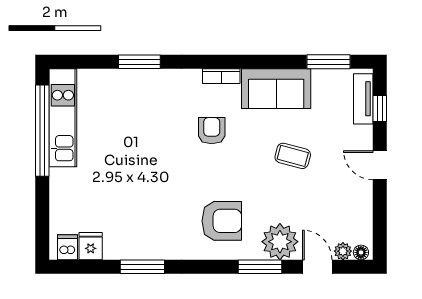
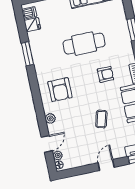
cafe table: (146, 158) -> (84, 44), added
plant: (280, 242) -> (50, 118), width x0.53, depth x0.53
window: (260, 267) -> (40, 114), removed

